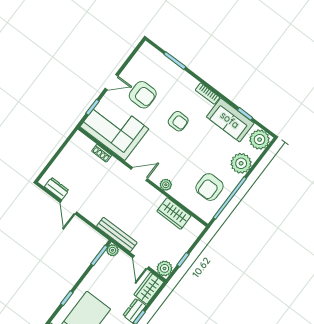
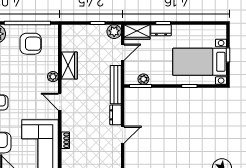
dresser: (57, 189) -> (116, 115), moved
wardrobe: (174, 214) -> (69, 65), moved
plant: (113, 250) -> (143, 79), moved

